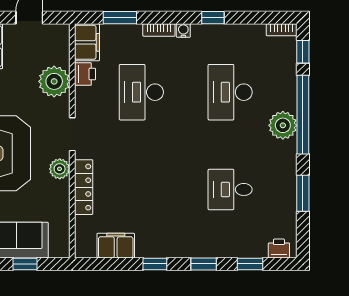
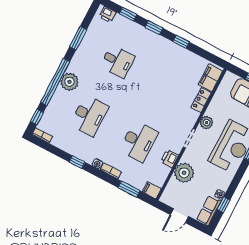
filing cabinet: (87, 42) -> (152, 190), width x0.50
printer: (85, 74) -> (170, 159), moved
locker: (84, 187) -> (201, 100), width x0.66
filing cabinet: (116, 246) -> (210, 78), moved, turned 90

